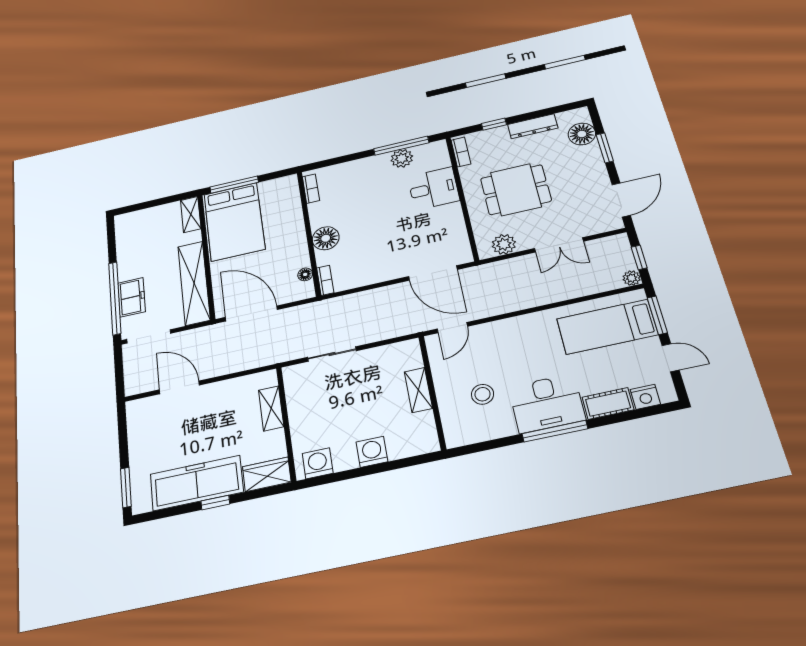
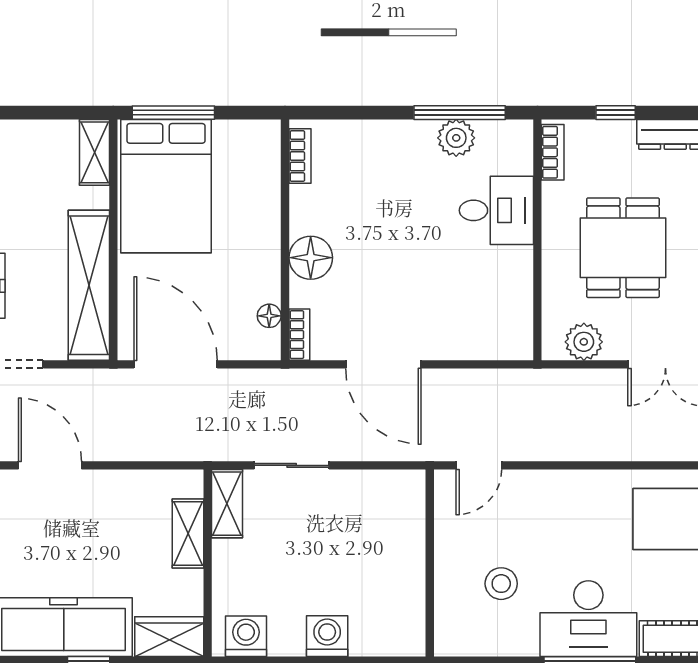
dining table: (516, 190) -> (623, 248), turned 90
door: (433, 273) -> (383, 364), moved
shelving: (418, 390) -> (227, 504), moved

